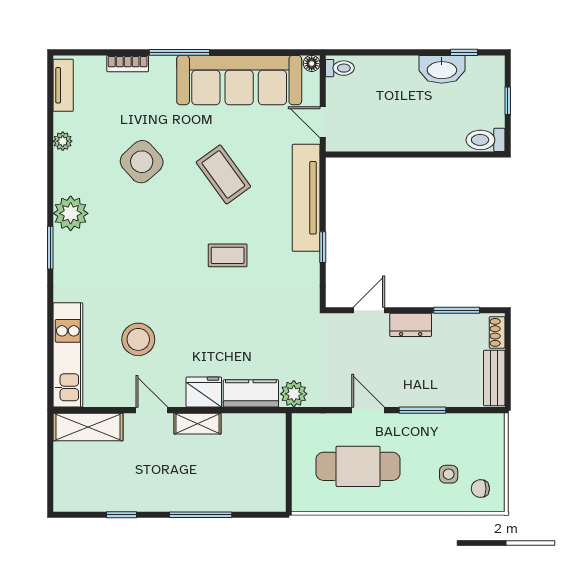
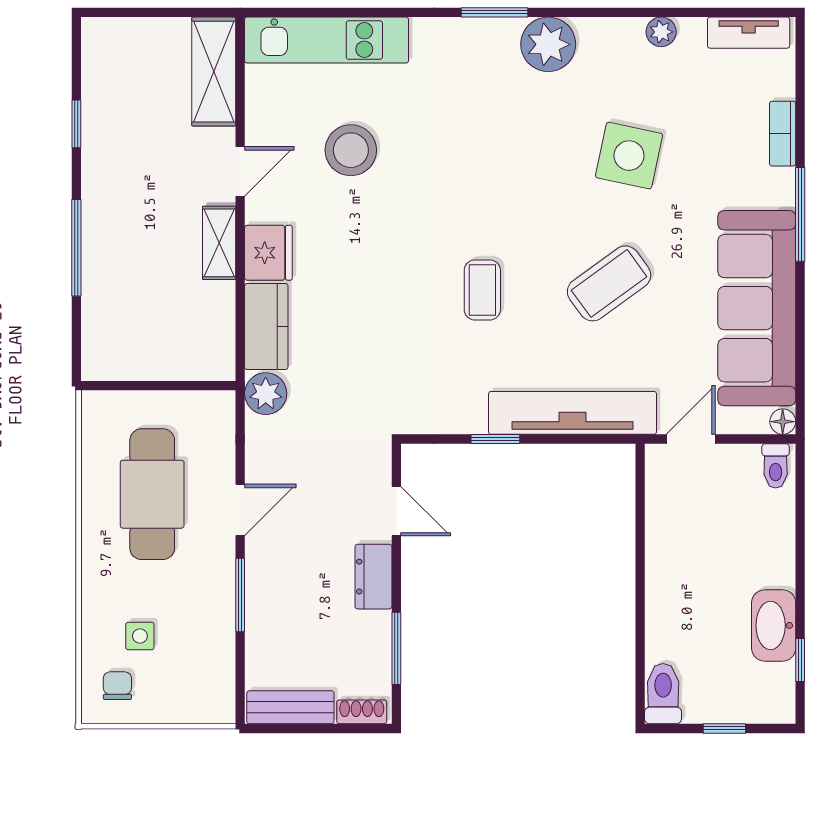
side table: (142, 162) -> (629, 156), turned -36

